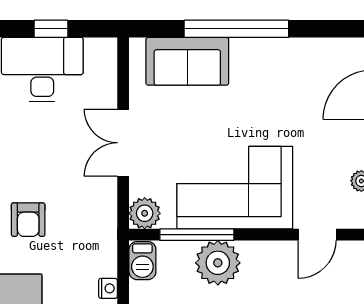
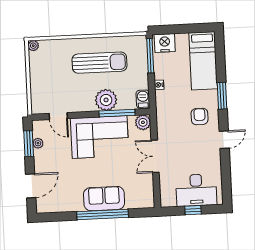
sofa: (187, 61) -> (104, 199), moved
double door: (123, 143) -> (155, 156), swing flipped
door: (317, 235) -> (58, 116), swing flipped

